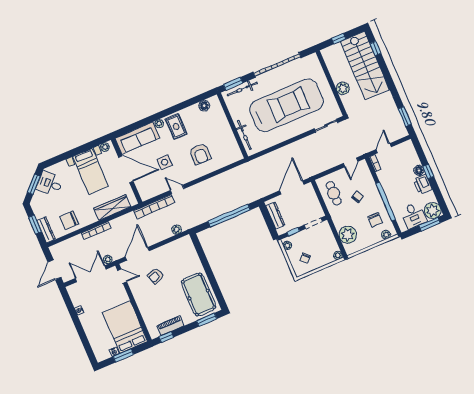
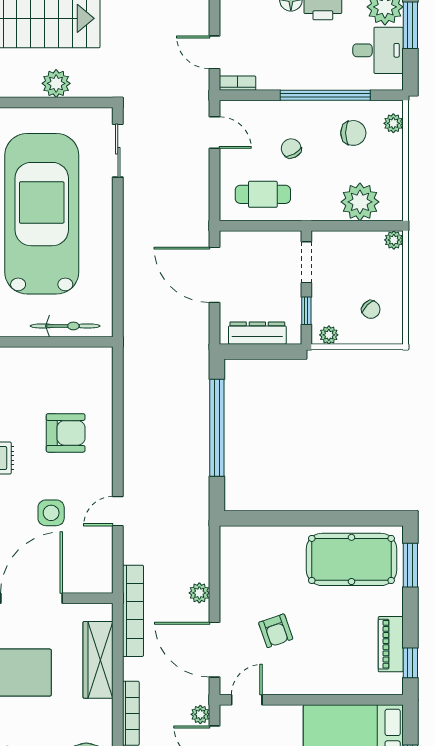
bookcase: (154, 207) -> (133, 611), moved
plant: (177, 230) -> (199, 593), moved

